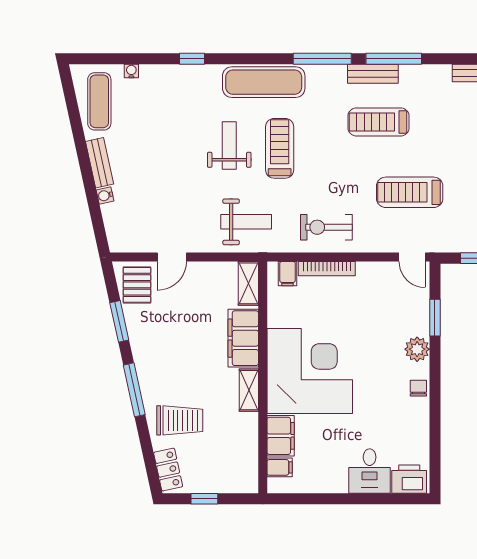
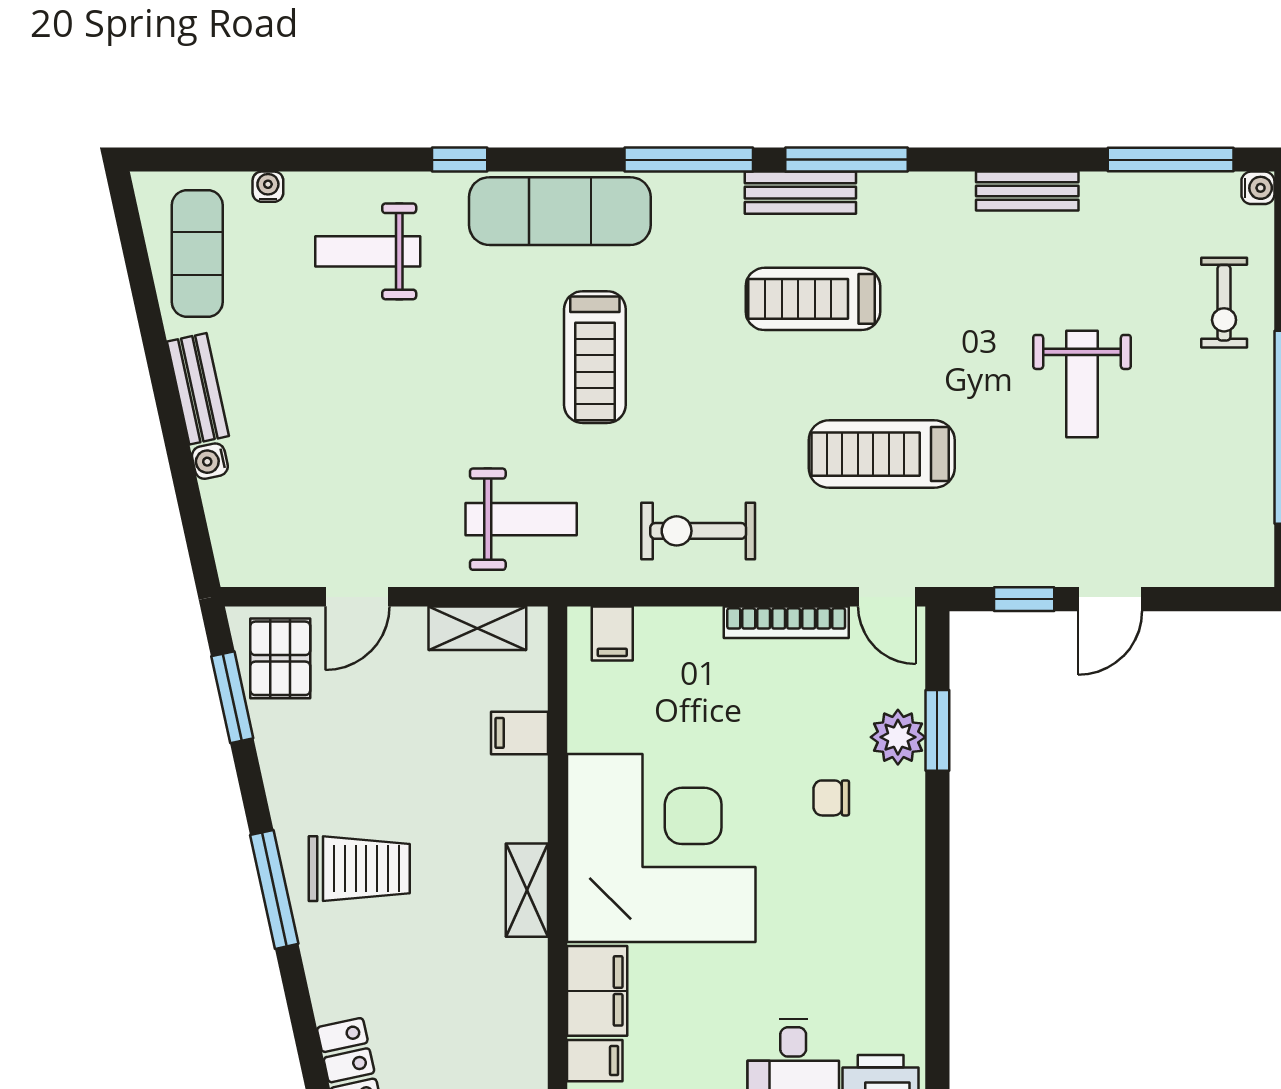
window: (192, 59) -> (460, 160), moved
weight bench: (229, 146) -> (368, 251), moved, turned -90
treadmill: (280, 148) -> (595, 357), turned 180
bookcase: (327, 269) -> (786, 622), moved
shelving: (248, 283) -> (477, 628), moved, turned 90
window: (119, 321) -> (232, 697), moved
filing cabinet: (243, 338) -> (519, 733), width x0.33, depth x0.86
plant: (417, 349) -> (898, 737), moved
chair: (418, 388) -> (831, 798), moved, turned -90
trolley: (180, 420) -> (359, 869), moved

